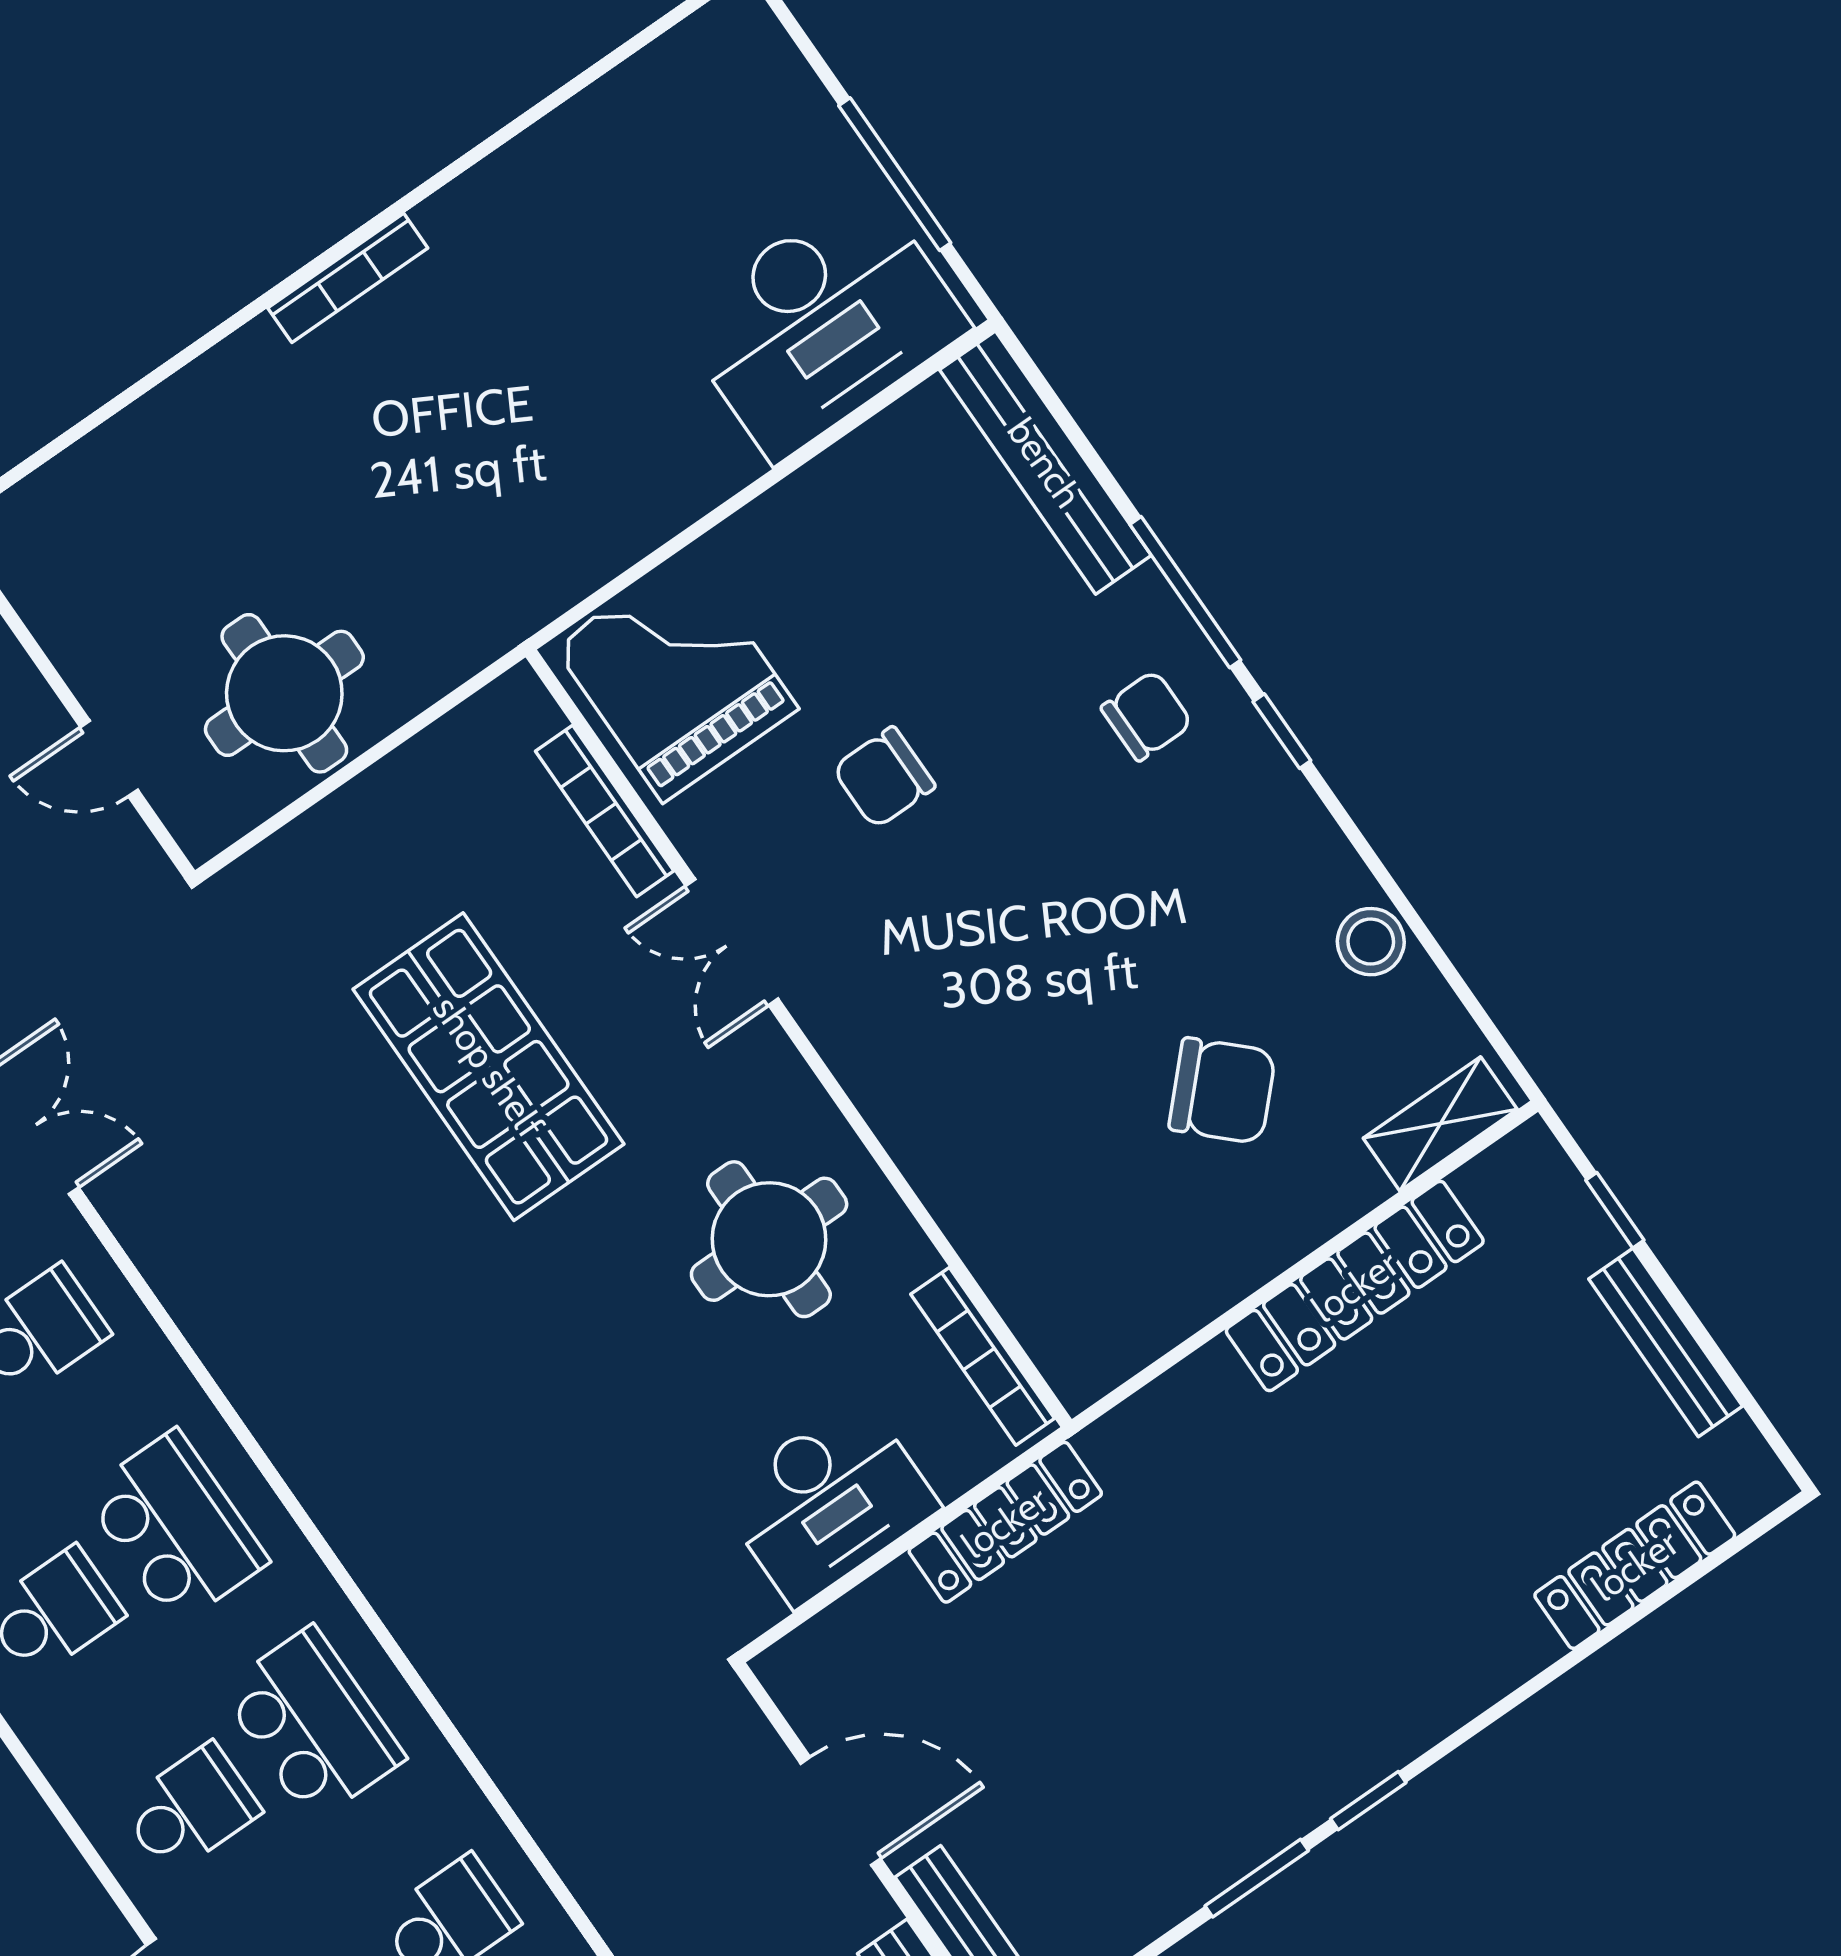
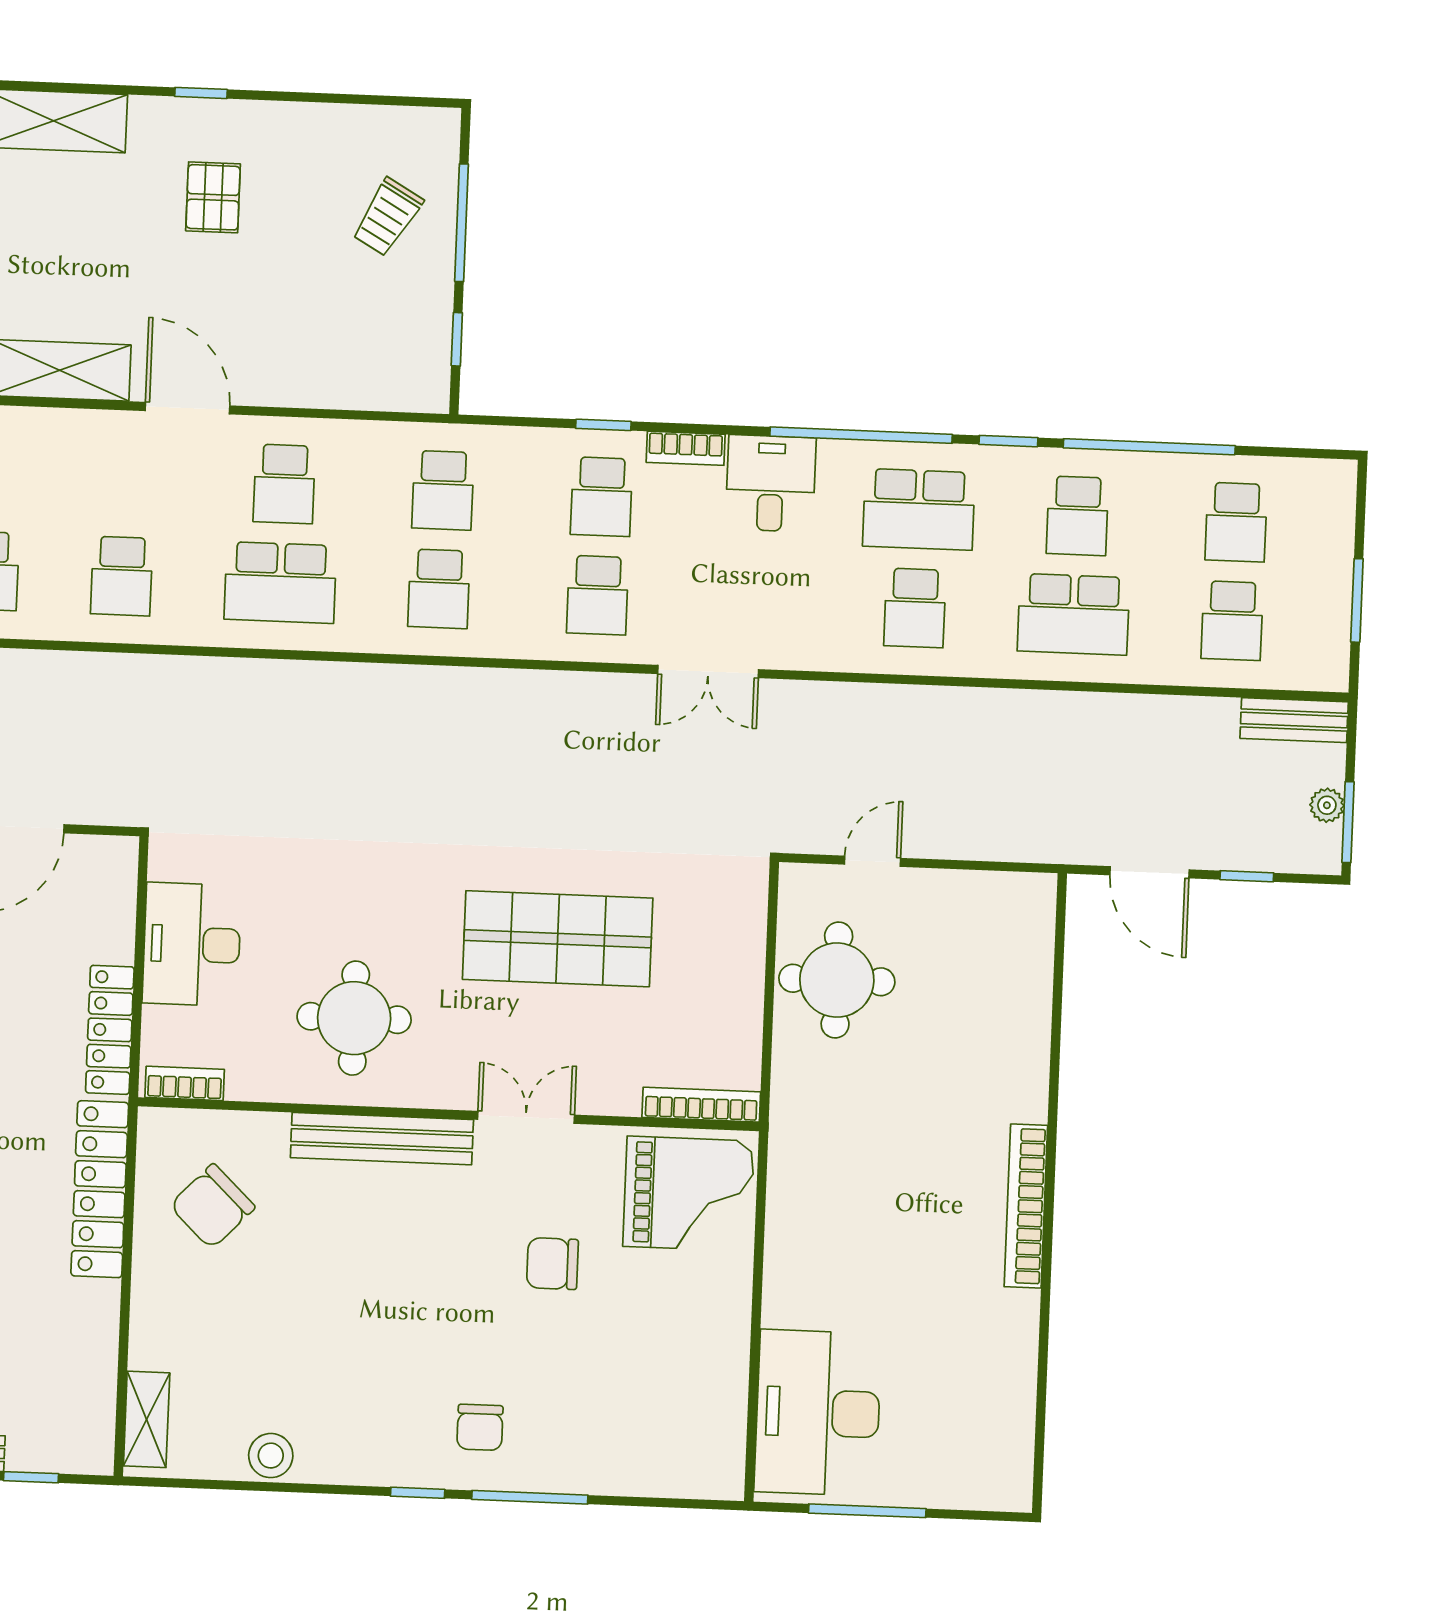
bookcase: (348, 278) -> (1026, 1206), width x1.48, depth x1.31
bench: (1045, 463) -> (382, 1139), moved
chair: (884, 777) -> (552, 1264), turned -90
bookcase: (605, 811) -> (701, 1105), moved
chair: (1222, 1091) -> (212, 1206), moved
locker: (1355, 1286) -> (100, 1189), moved
bookcase: (983, 1356) -> (185, 1083), width x0.64
school desk: (176, 1528) -> (439, 589), width x0.54

